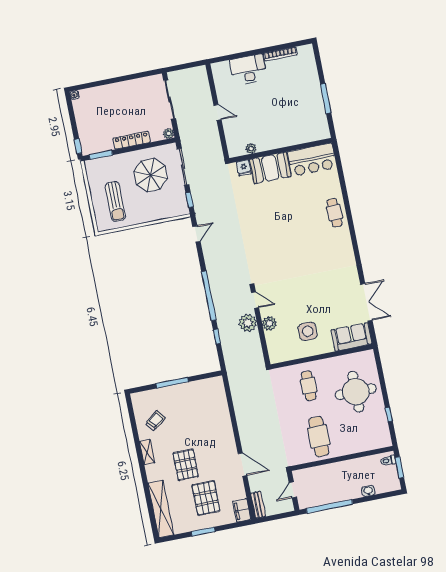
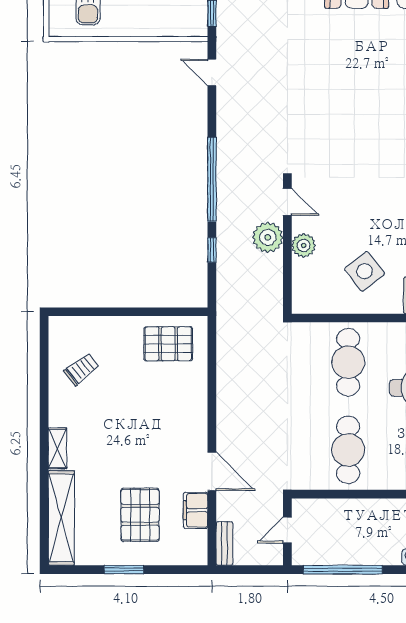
door: (196, 234) -> (212, 72), swing flipped
side table: (308, 331) -> (364, 271), turned -38
window: (172, 383) -> (122, 312), removed
cafe table: (309, 386) -> (348, 362), width x1.37, depth x1.35
shelving: (147, 452) -> (58, 448), moved
pallet: (186, 465) -> (168, 344), moved, turned 90
filing cabinet: (242, 510) -> (196, 510), moved

